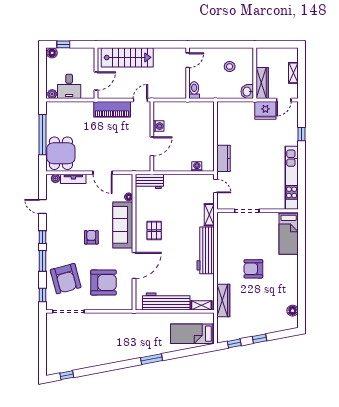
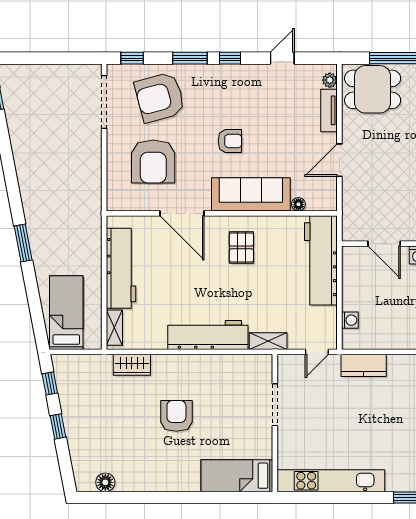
workbench: (149, 181) -> (321, 260), width x1.88, depth x1.32
pallet: (154, 231) -> (241, 247), turned 90
wardrobe: (223, 300) -> (132, 365), width x0.67

